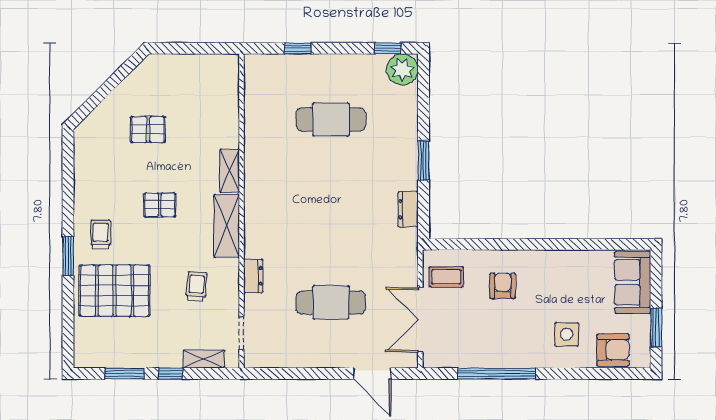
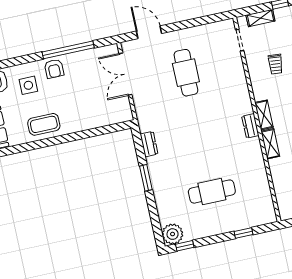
shelving: (227, 226) -> (264, 115), width x0.67, depth x0.75
dresser: (253, 276) -> (250, 126), moved
coffee table: (446, 277) -> (44, 124), moved, width x1.36, depth x1.30
armchair: (503, 286) -> (54, 69), moved
cafe table: (331, 302) -> (186, 73), turned 90
double door: (420, 320) -> (125, 74), swing flipped

